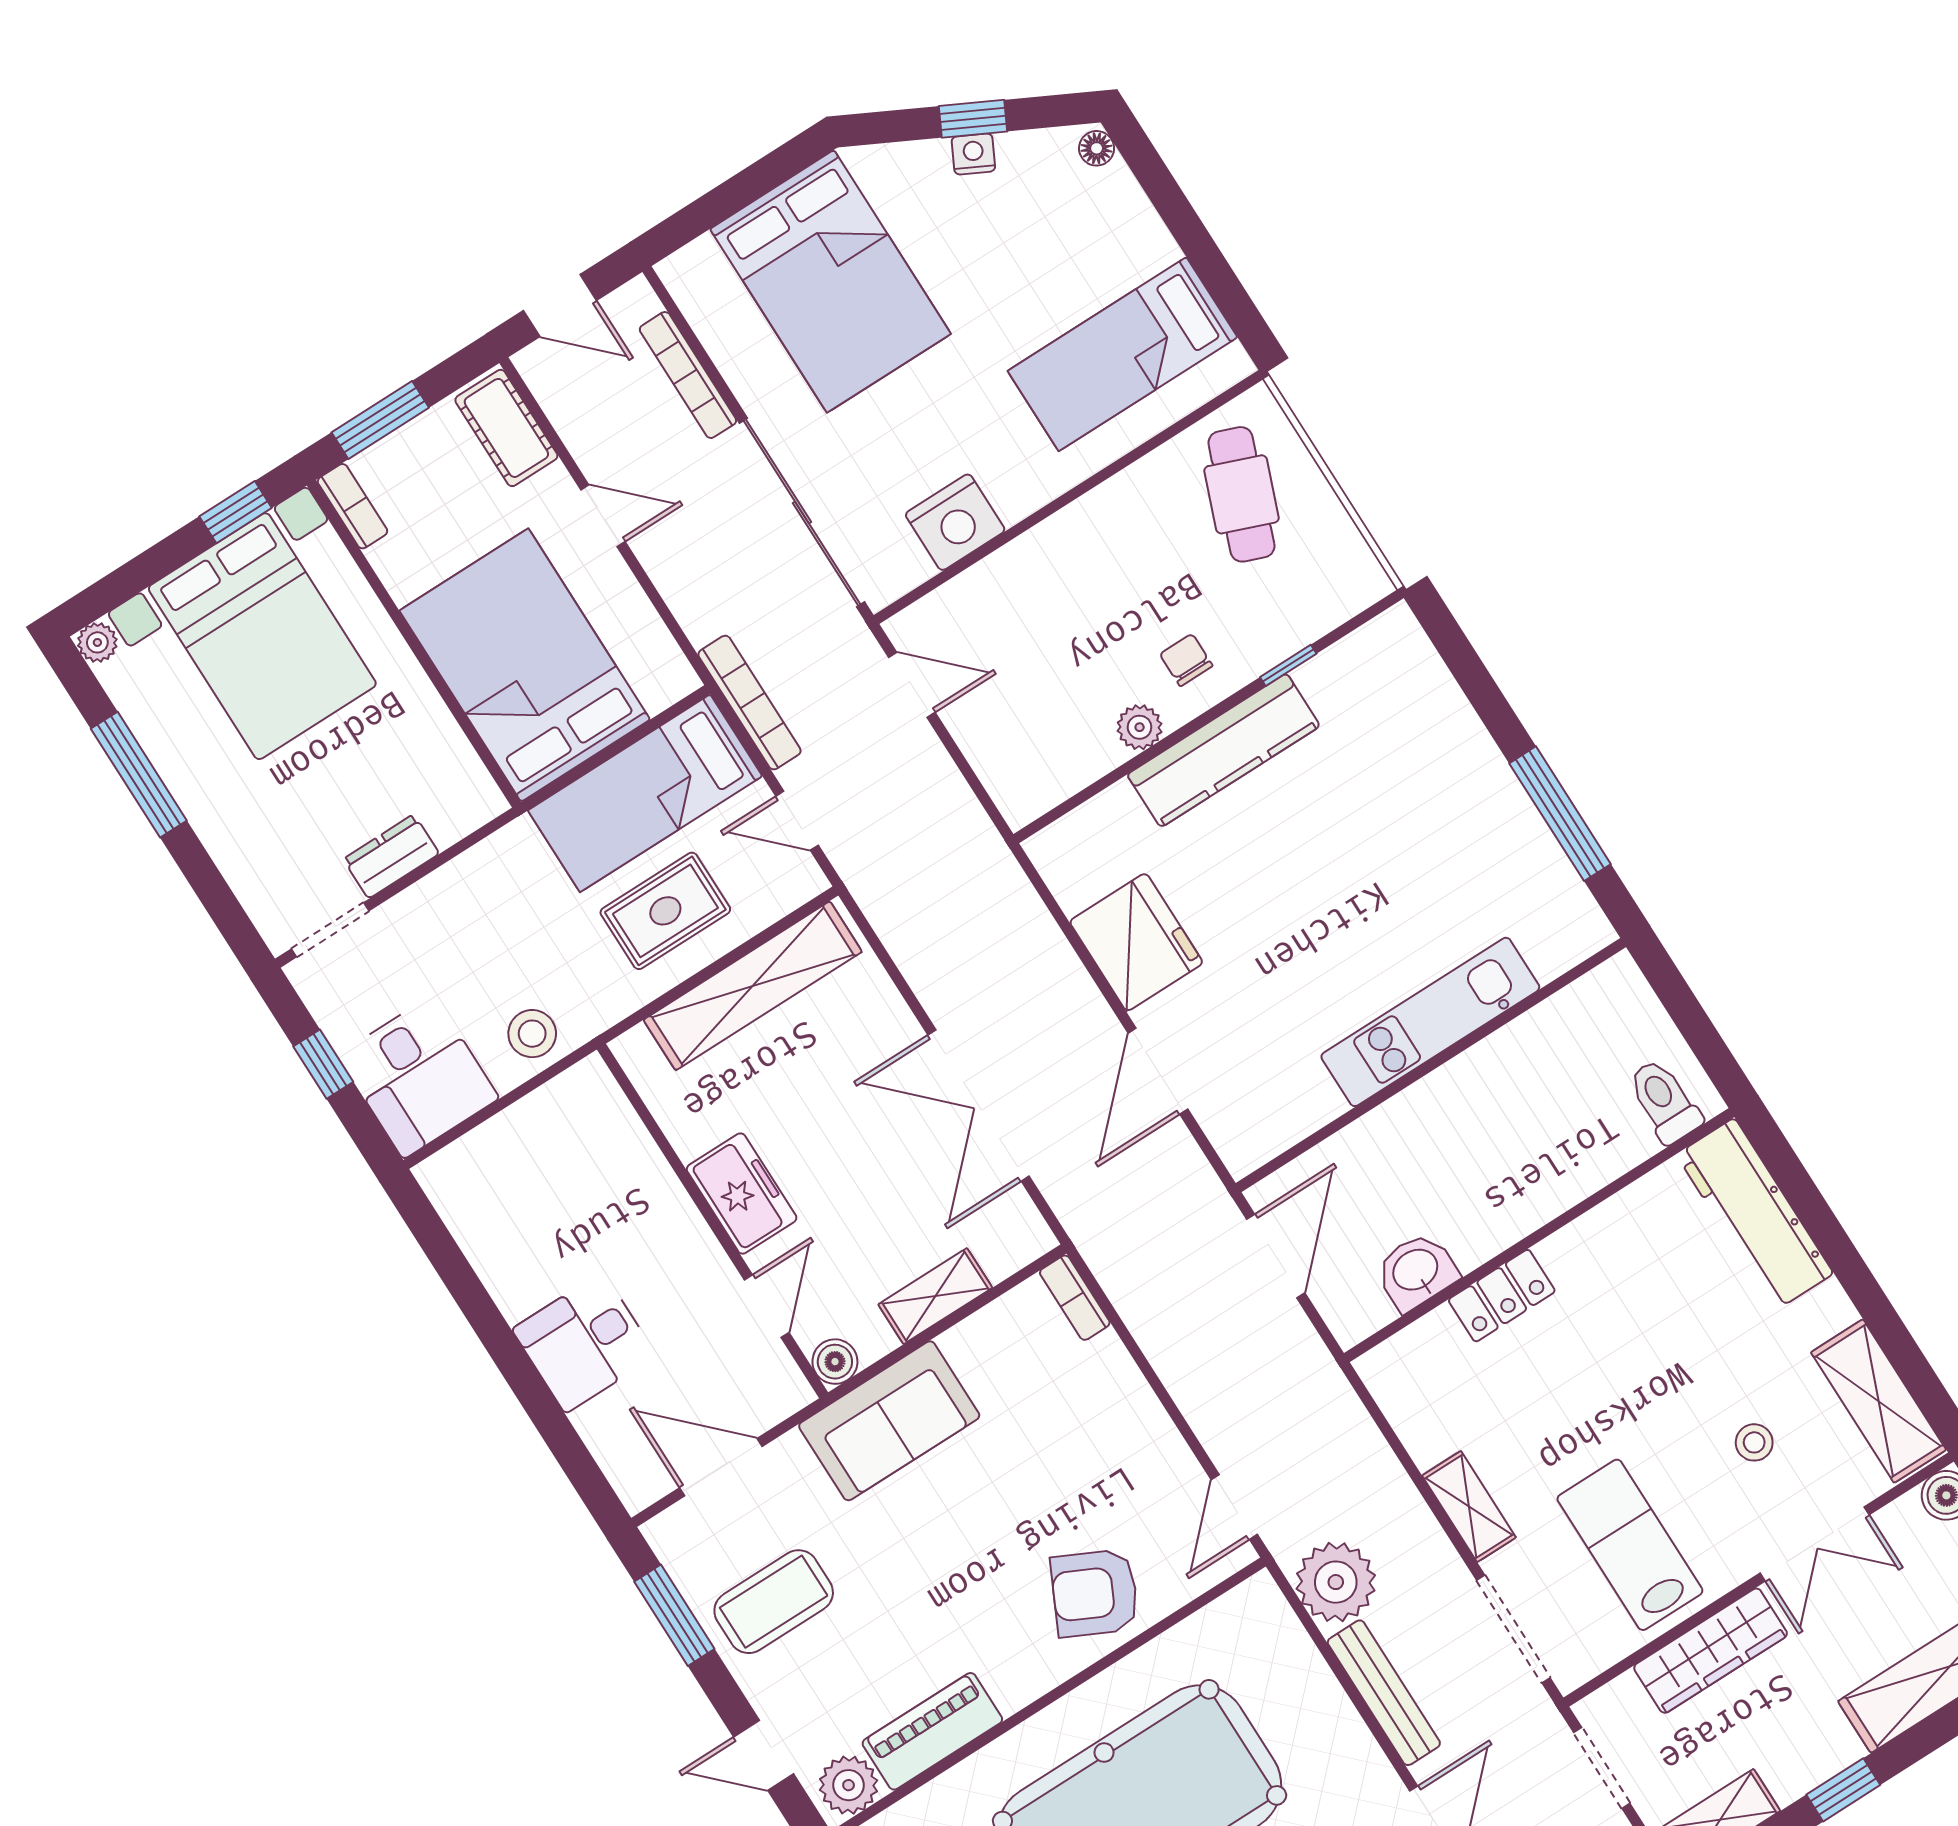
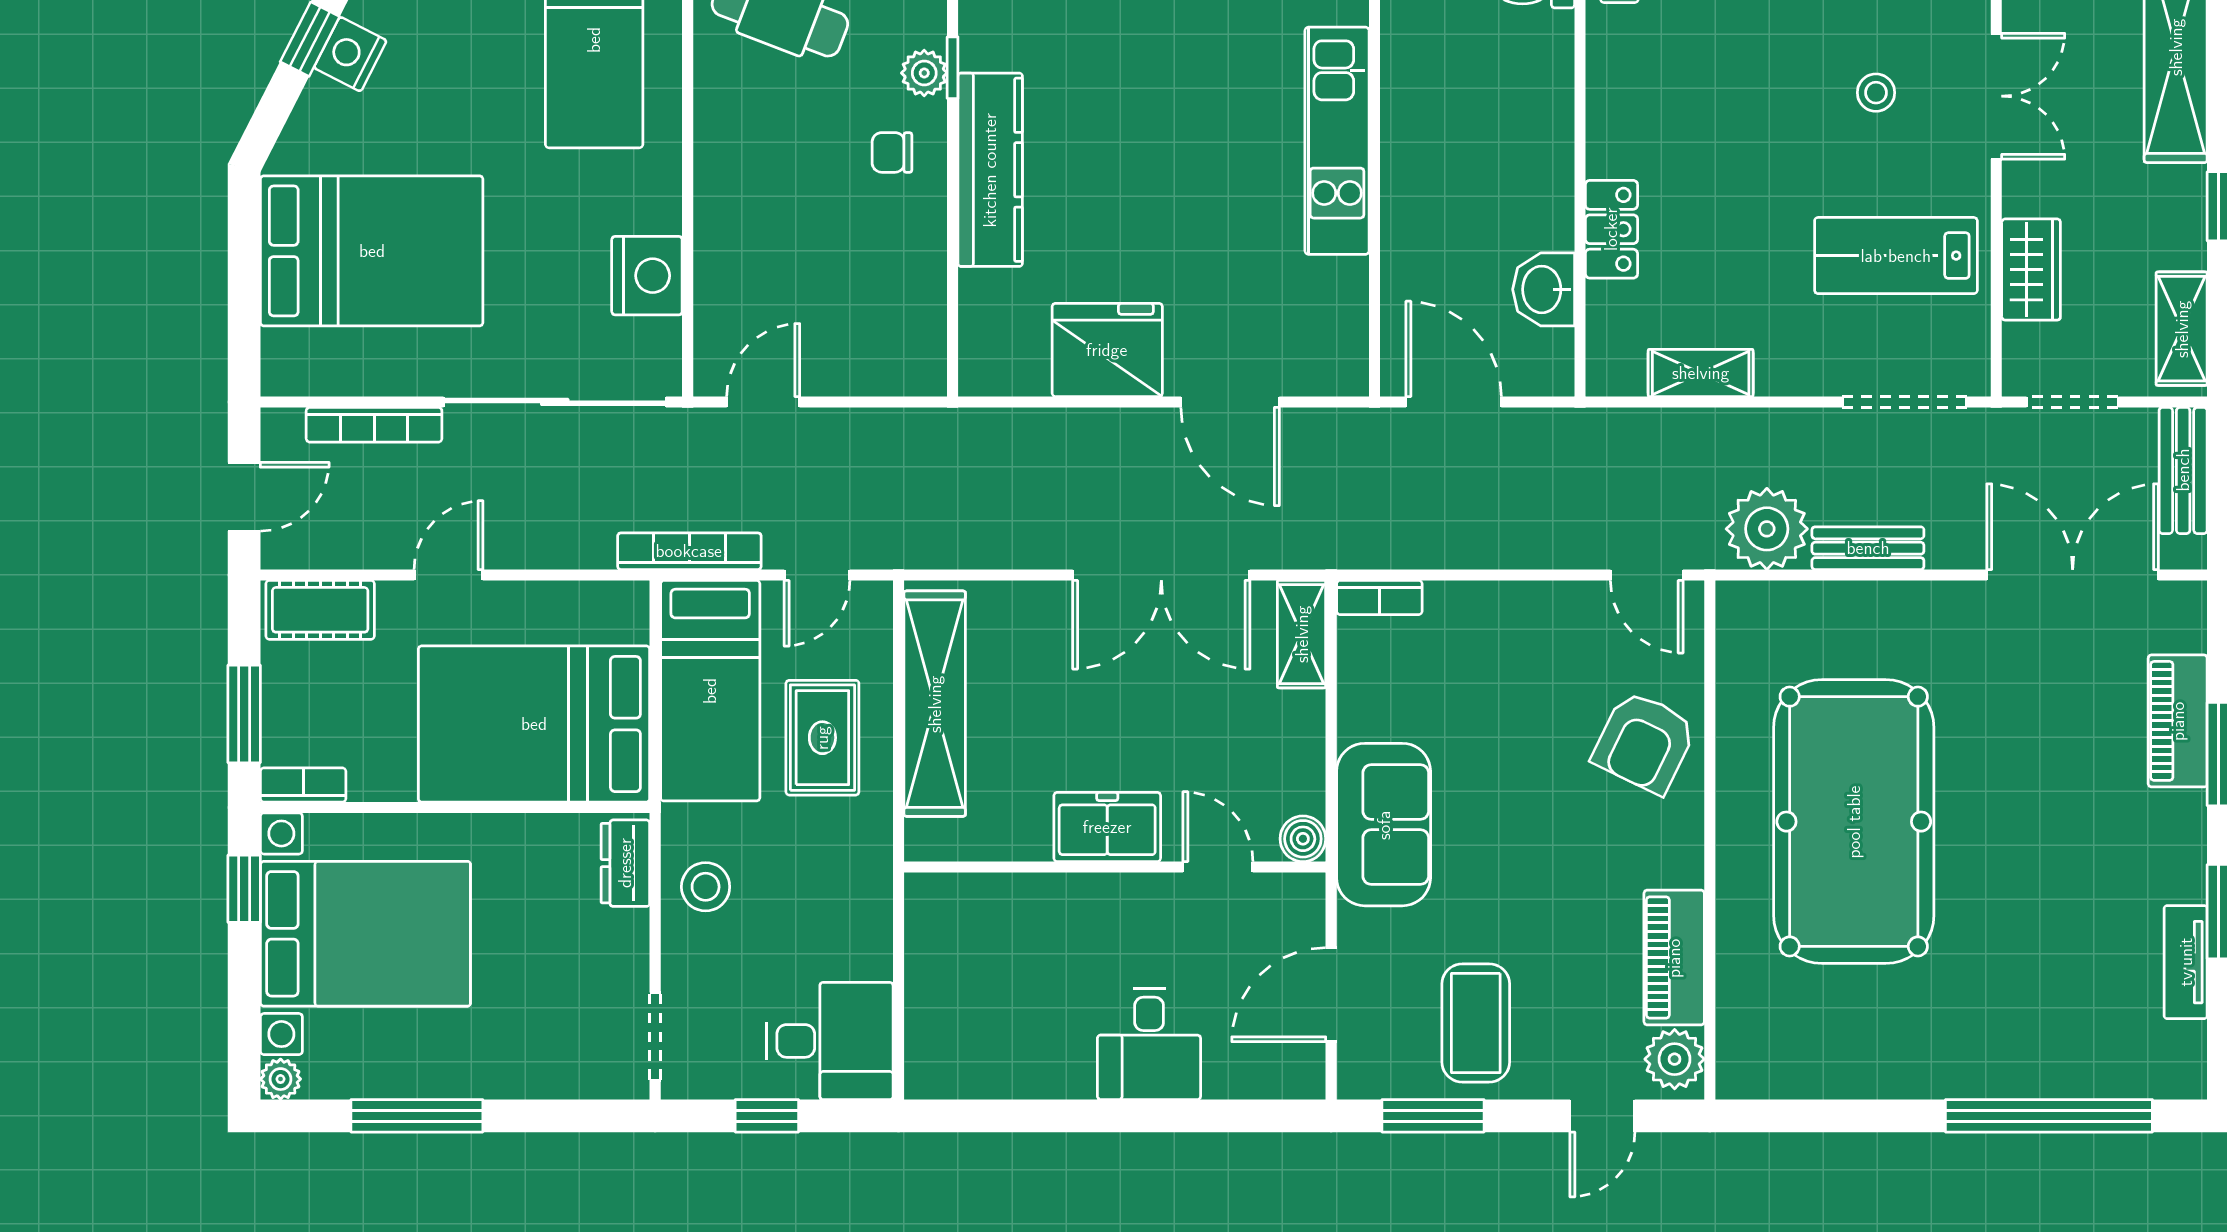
nightstand: (973, 154) -> (350, 54), width x1.39, depth x1.35
plant: (1140, 727) -> (924, 73), moved
dresser: (391, 856) -> (625, 863), moved
stool: (532, 1034) -> (706, 887), moved
shelving: (935, 1296) -> (1302, 634), moved
shelving: (1469, 1507) -> (1701, 373), moved
wardrobe: (1711, 1651) -> (2031, 270), width x0.67
bench: (1384, 1693) -> (1868, 548), width x0.73

